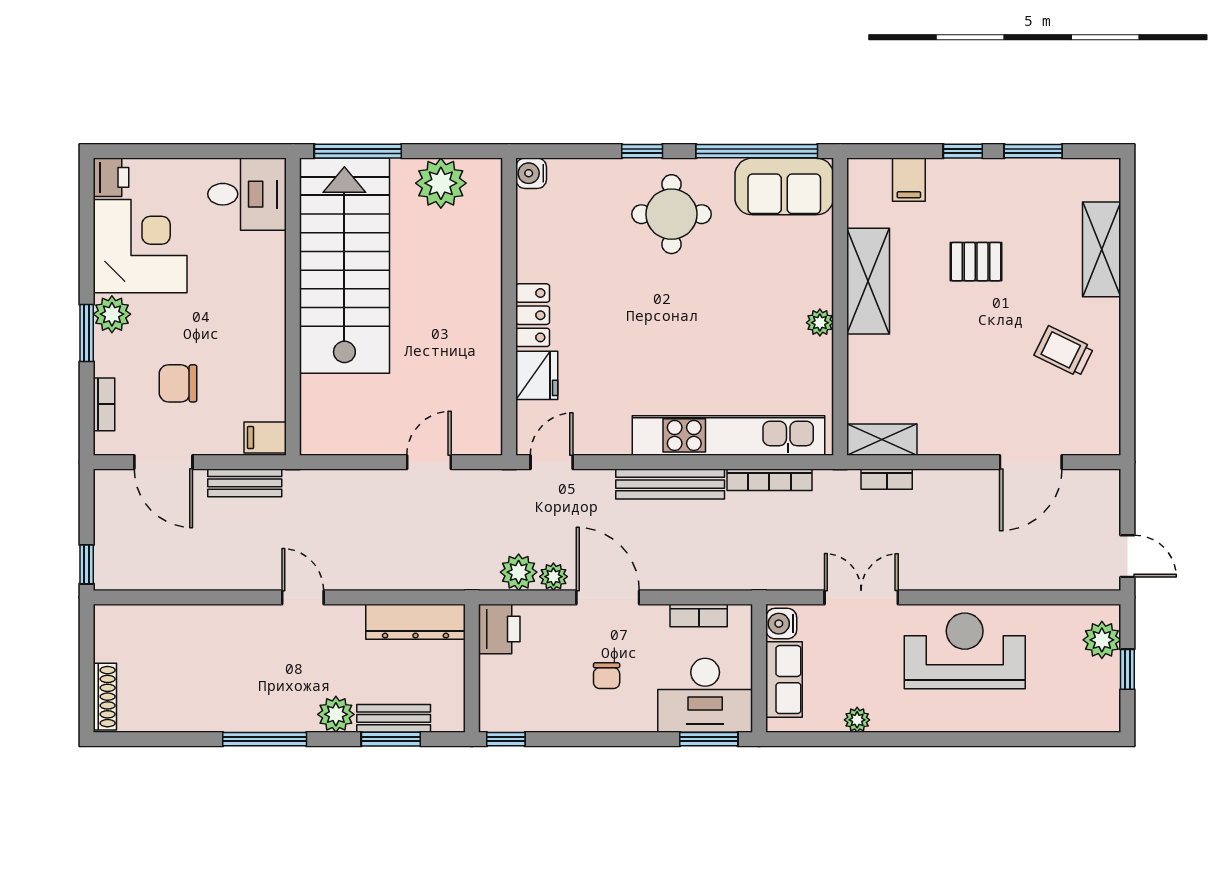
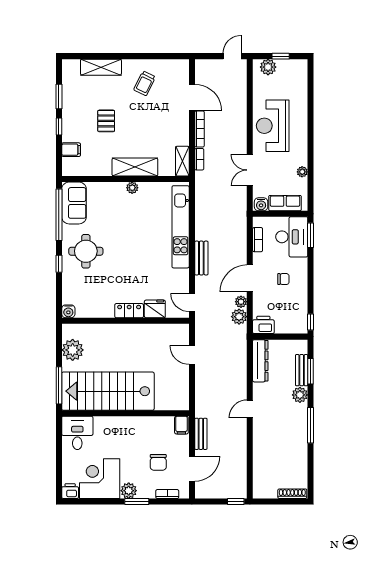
shelving: (868, 281) -> (135, 167), moved
bookcase: (769, 480) -> (199, 129), moved
bench: (670, 484) -> (201, 258), width x0.73

